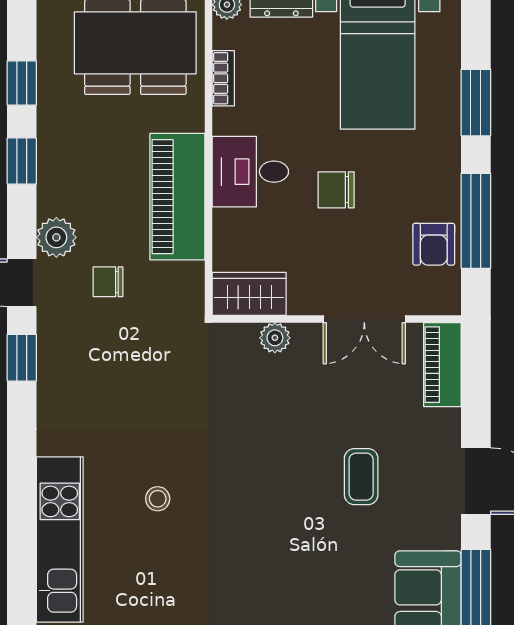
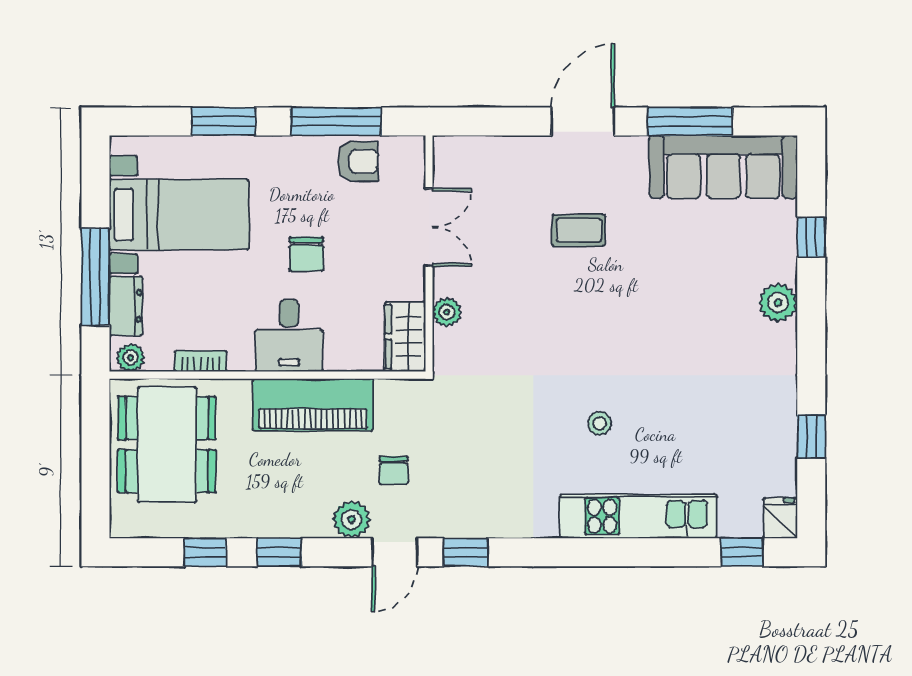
piano: (442, 365) -> (472, 153), removed

